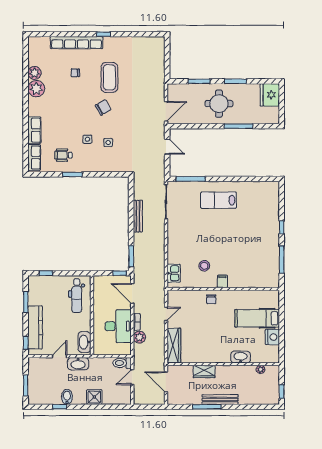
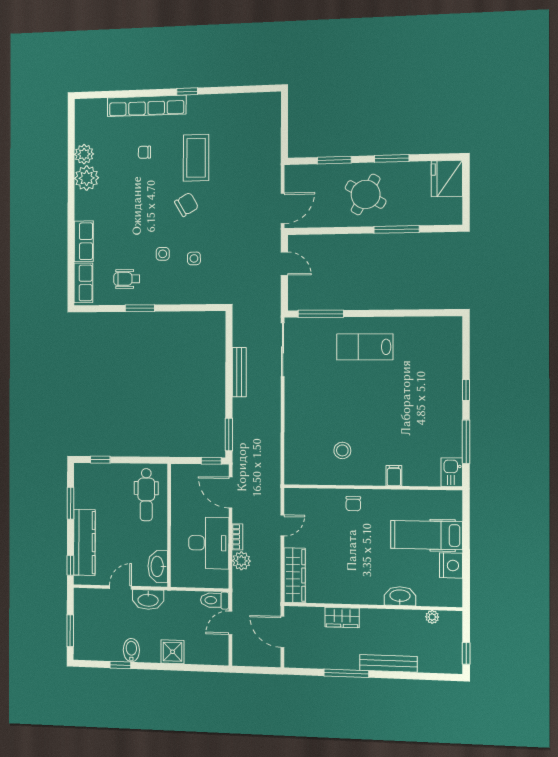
round table: (219, 104) -> (366, 194), turned 30
kitchen sink: (174, 273) -> (452, 472), moved, turned 180
filing cabinet: (222, 281) -> (394, 476), moved
bench: (220, 400) -> (388, 663), moved

